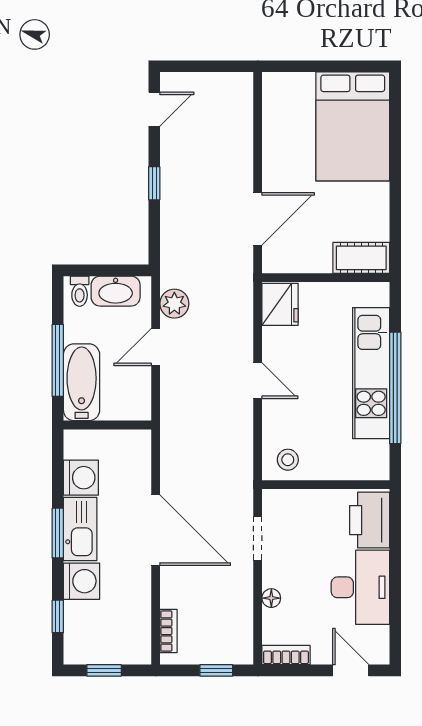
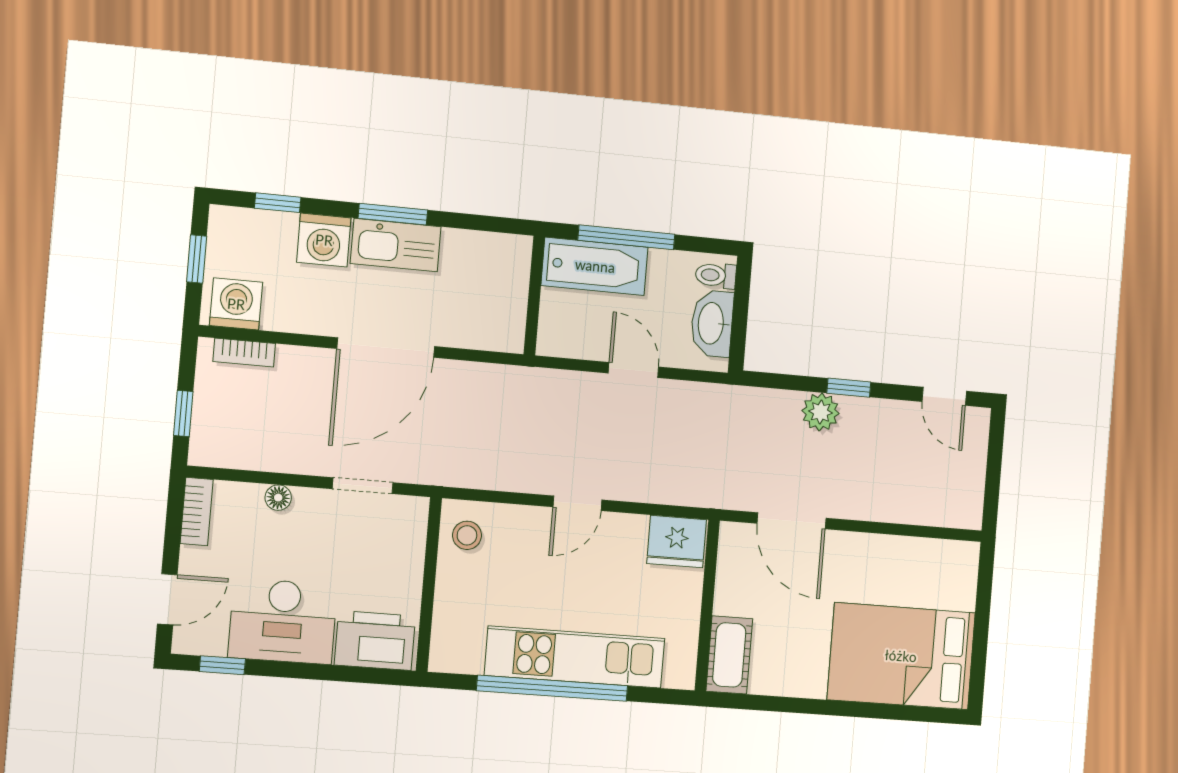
plant: (174, 304) -> (821, 412), moved
washing machine: (81, 478) -> (236, 304), moved, turned 180
window: (395, 628) -> (222, 665), added

